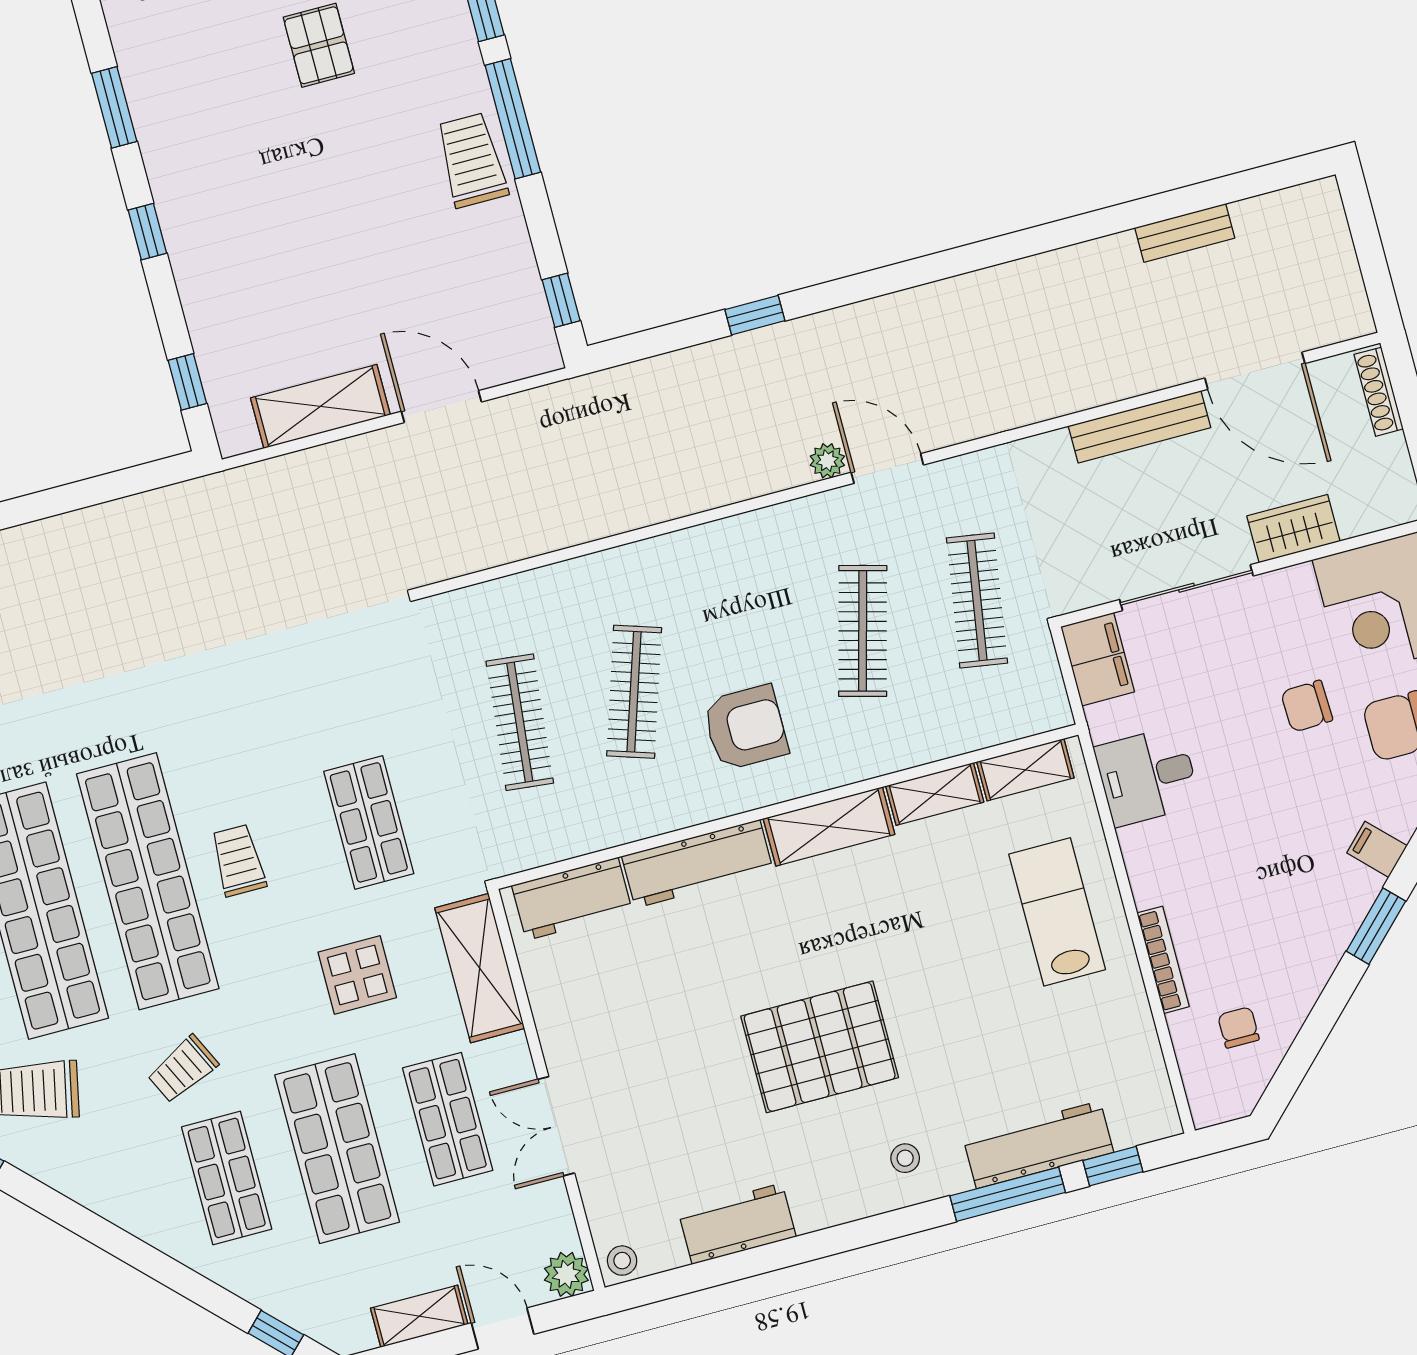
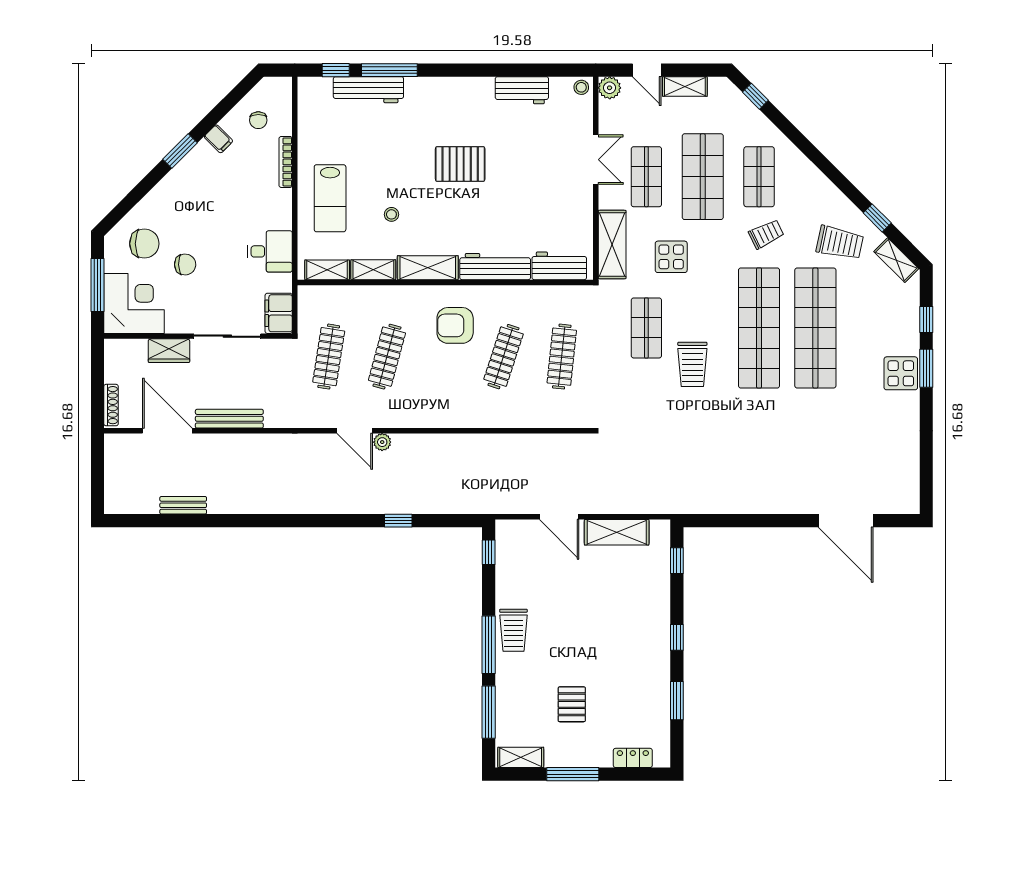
filing cabinet: (1377, 849) -> (218, 139), moved
trolley: (238, 860) -> (692, 364), moved, width x1.36, depth x1.39
pallet: (820, 1047) -> (460, 164), width x0.73, depth x0.71
stool: (905, 1158) -> (391, 214), moved

